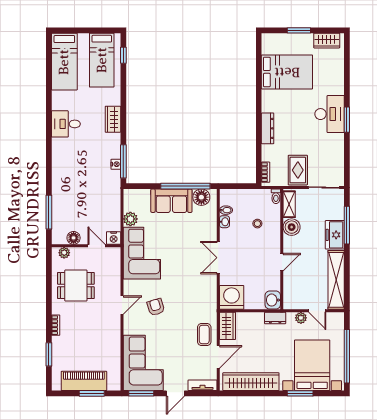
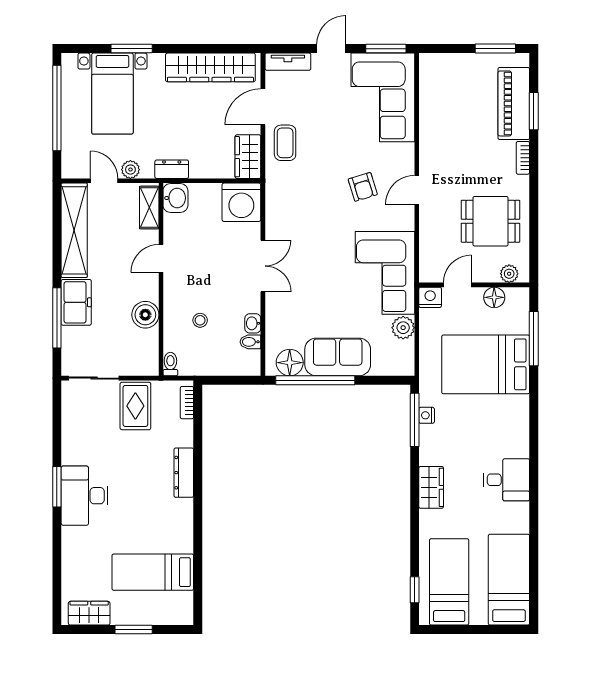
bed: (287, 72) -> (153, 572), width x0.67
bed: (79, 196) -> (486, 364), added
shelving: (289, 204) -> (149, 208), moved
door: (97, 246) -> (457, 285), swing flipped
bed with nightstands: (312, 365) -> (112, 94), width x0.73
piano: (84, 381) -> (514, 103), moved, turned 90
window: (92, 393) -> (495, 49), moved

